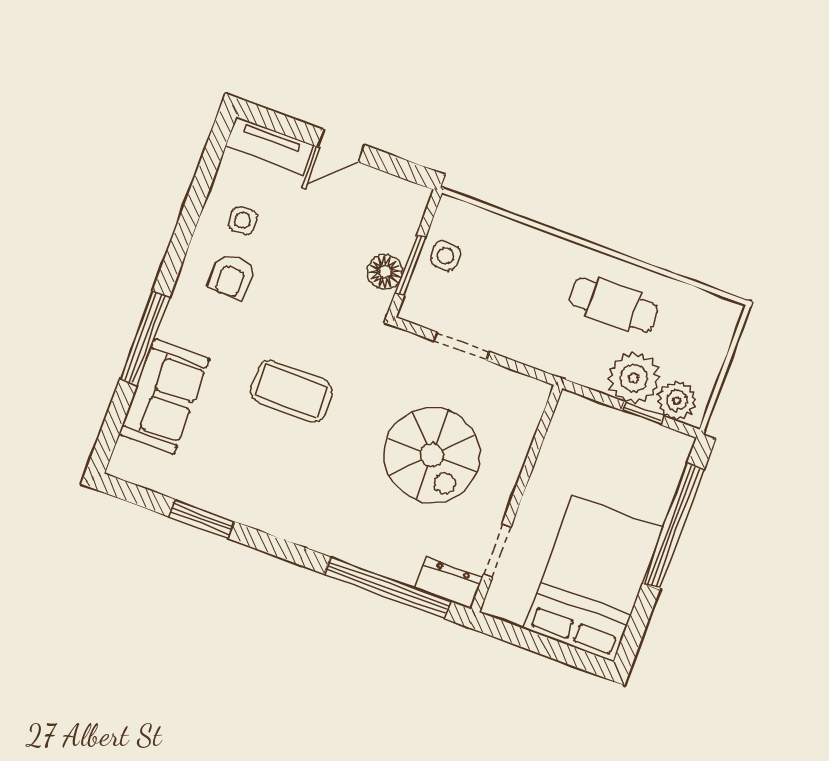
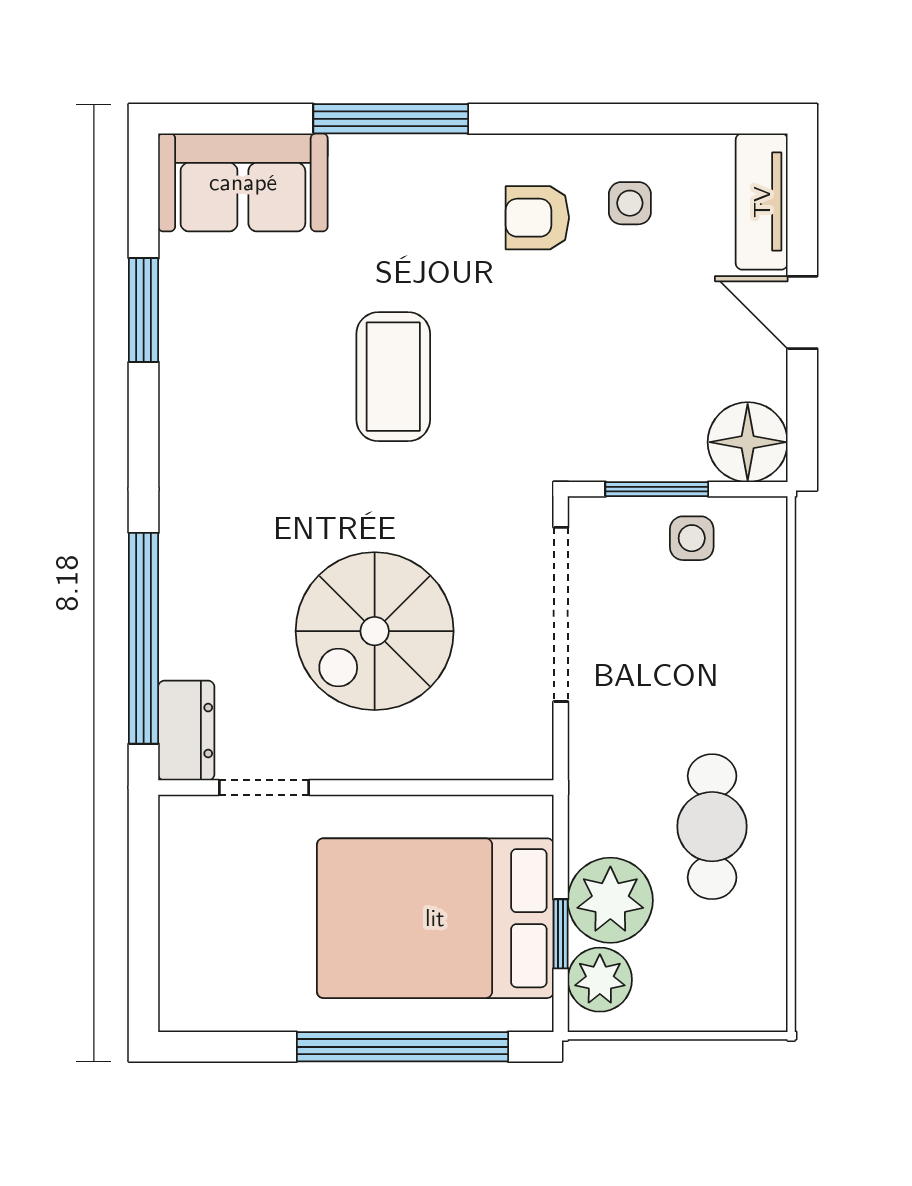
floor lamp: (385, 272) -> (748, 442), moved, width x1.38, depth x1.38
doorway: (461, 346) -> (561, 614), width x1.88
sofa: (164, 396) -> (243, 182), moved
bed: (593, 578) -> (435, 918), moved, turned 180

